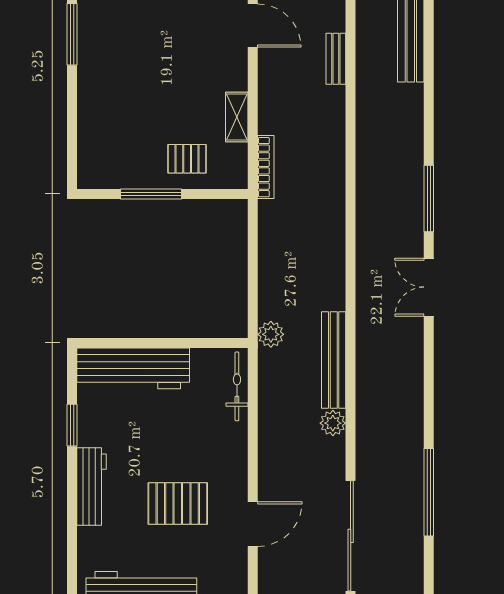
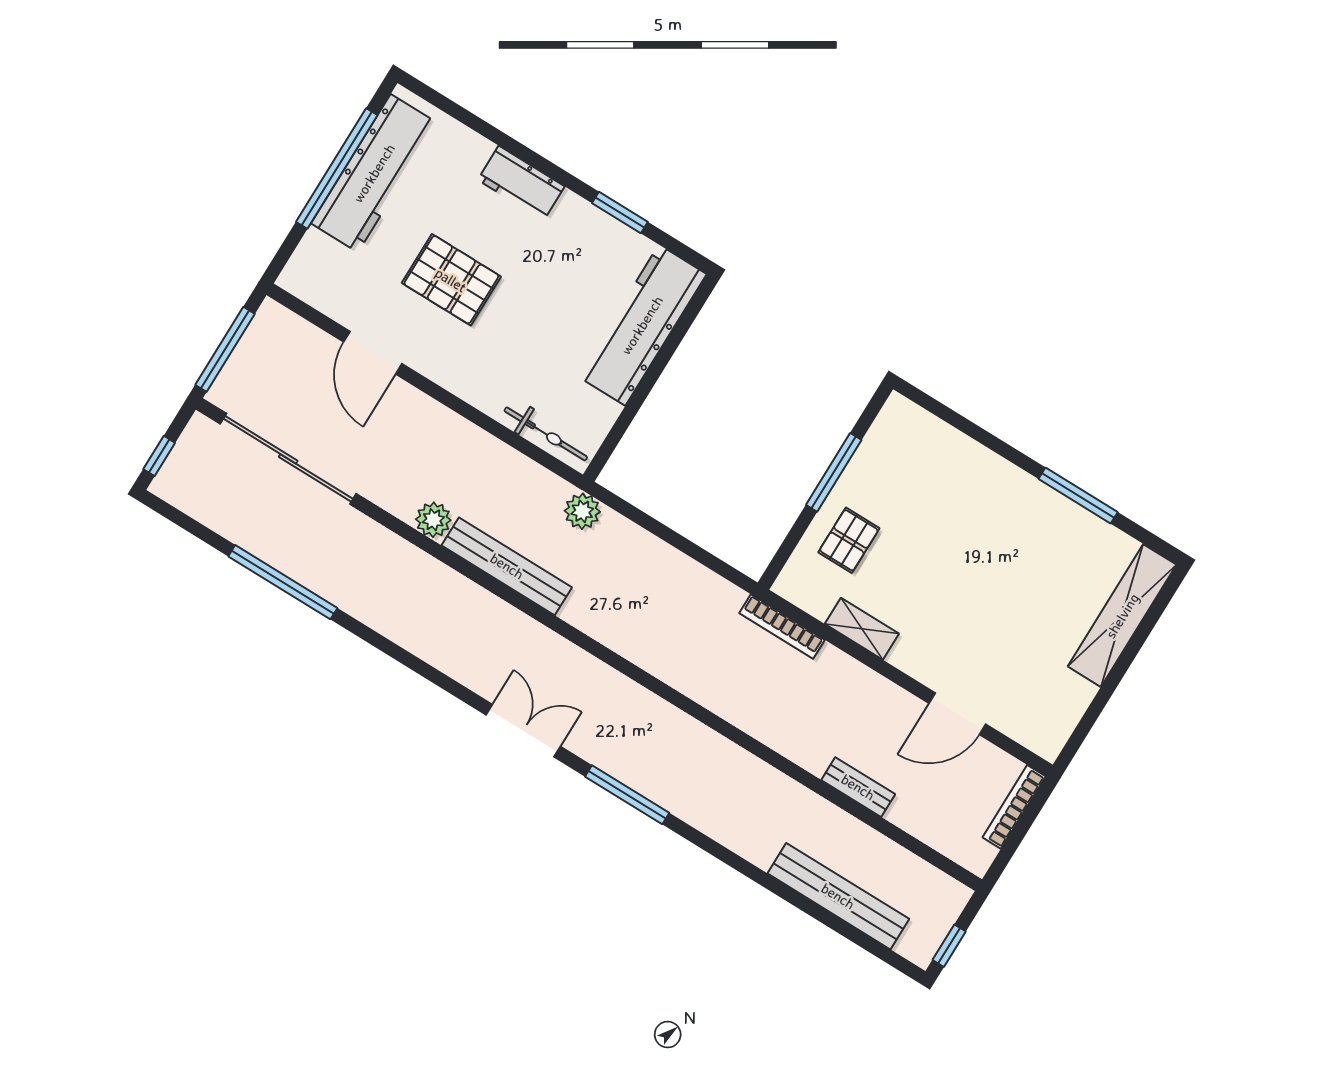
workbench: (92, 487) -> (521, 183), width x0.73
pallet: (178, 503) -> (451, 280), turned 90

